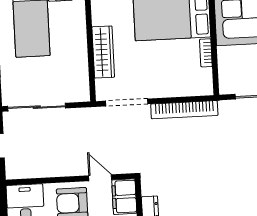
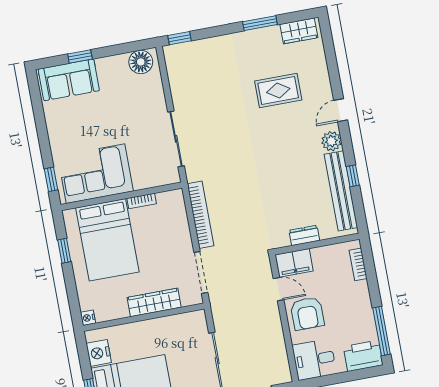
door: (100, 178) -> (279, 289), swing flipped

